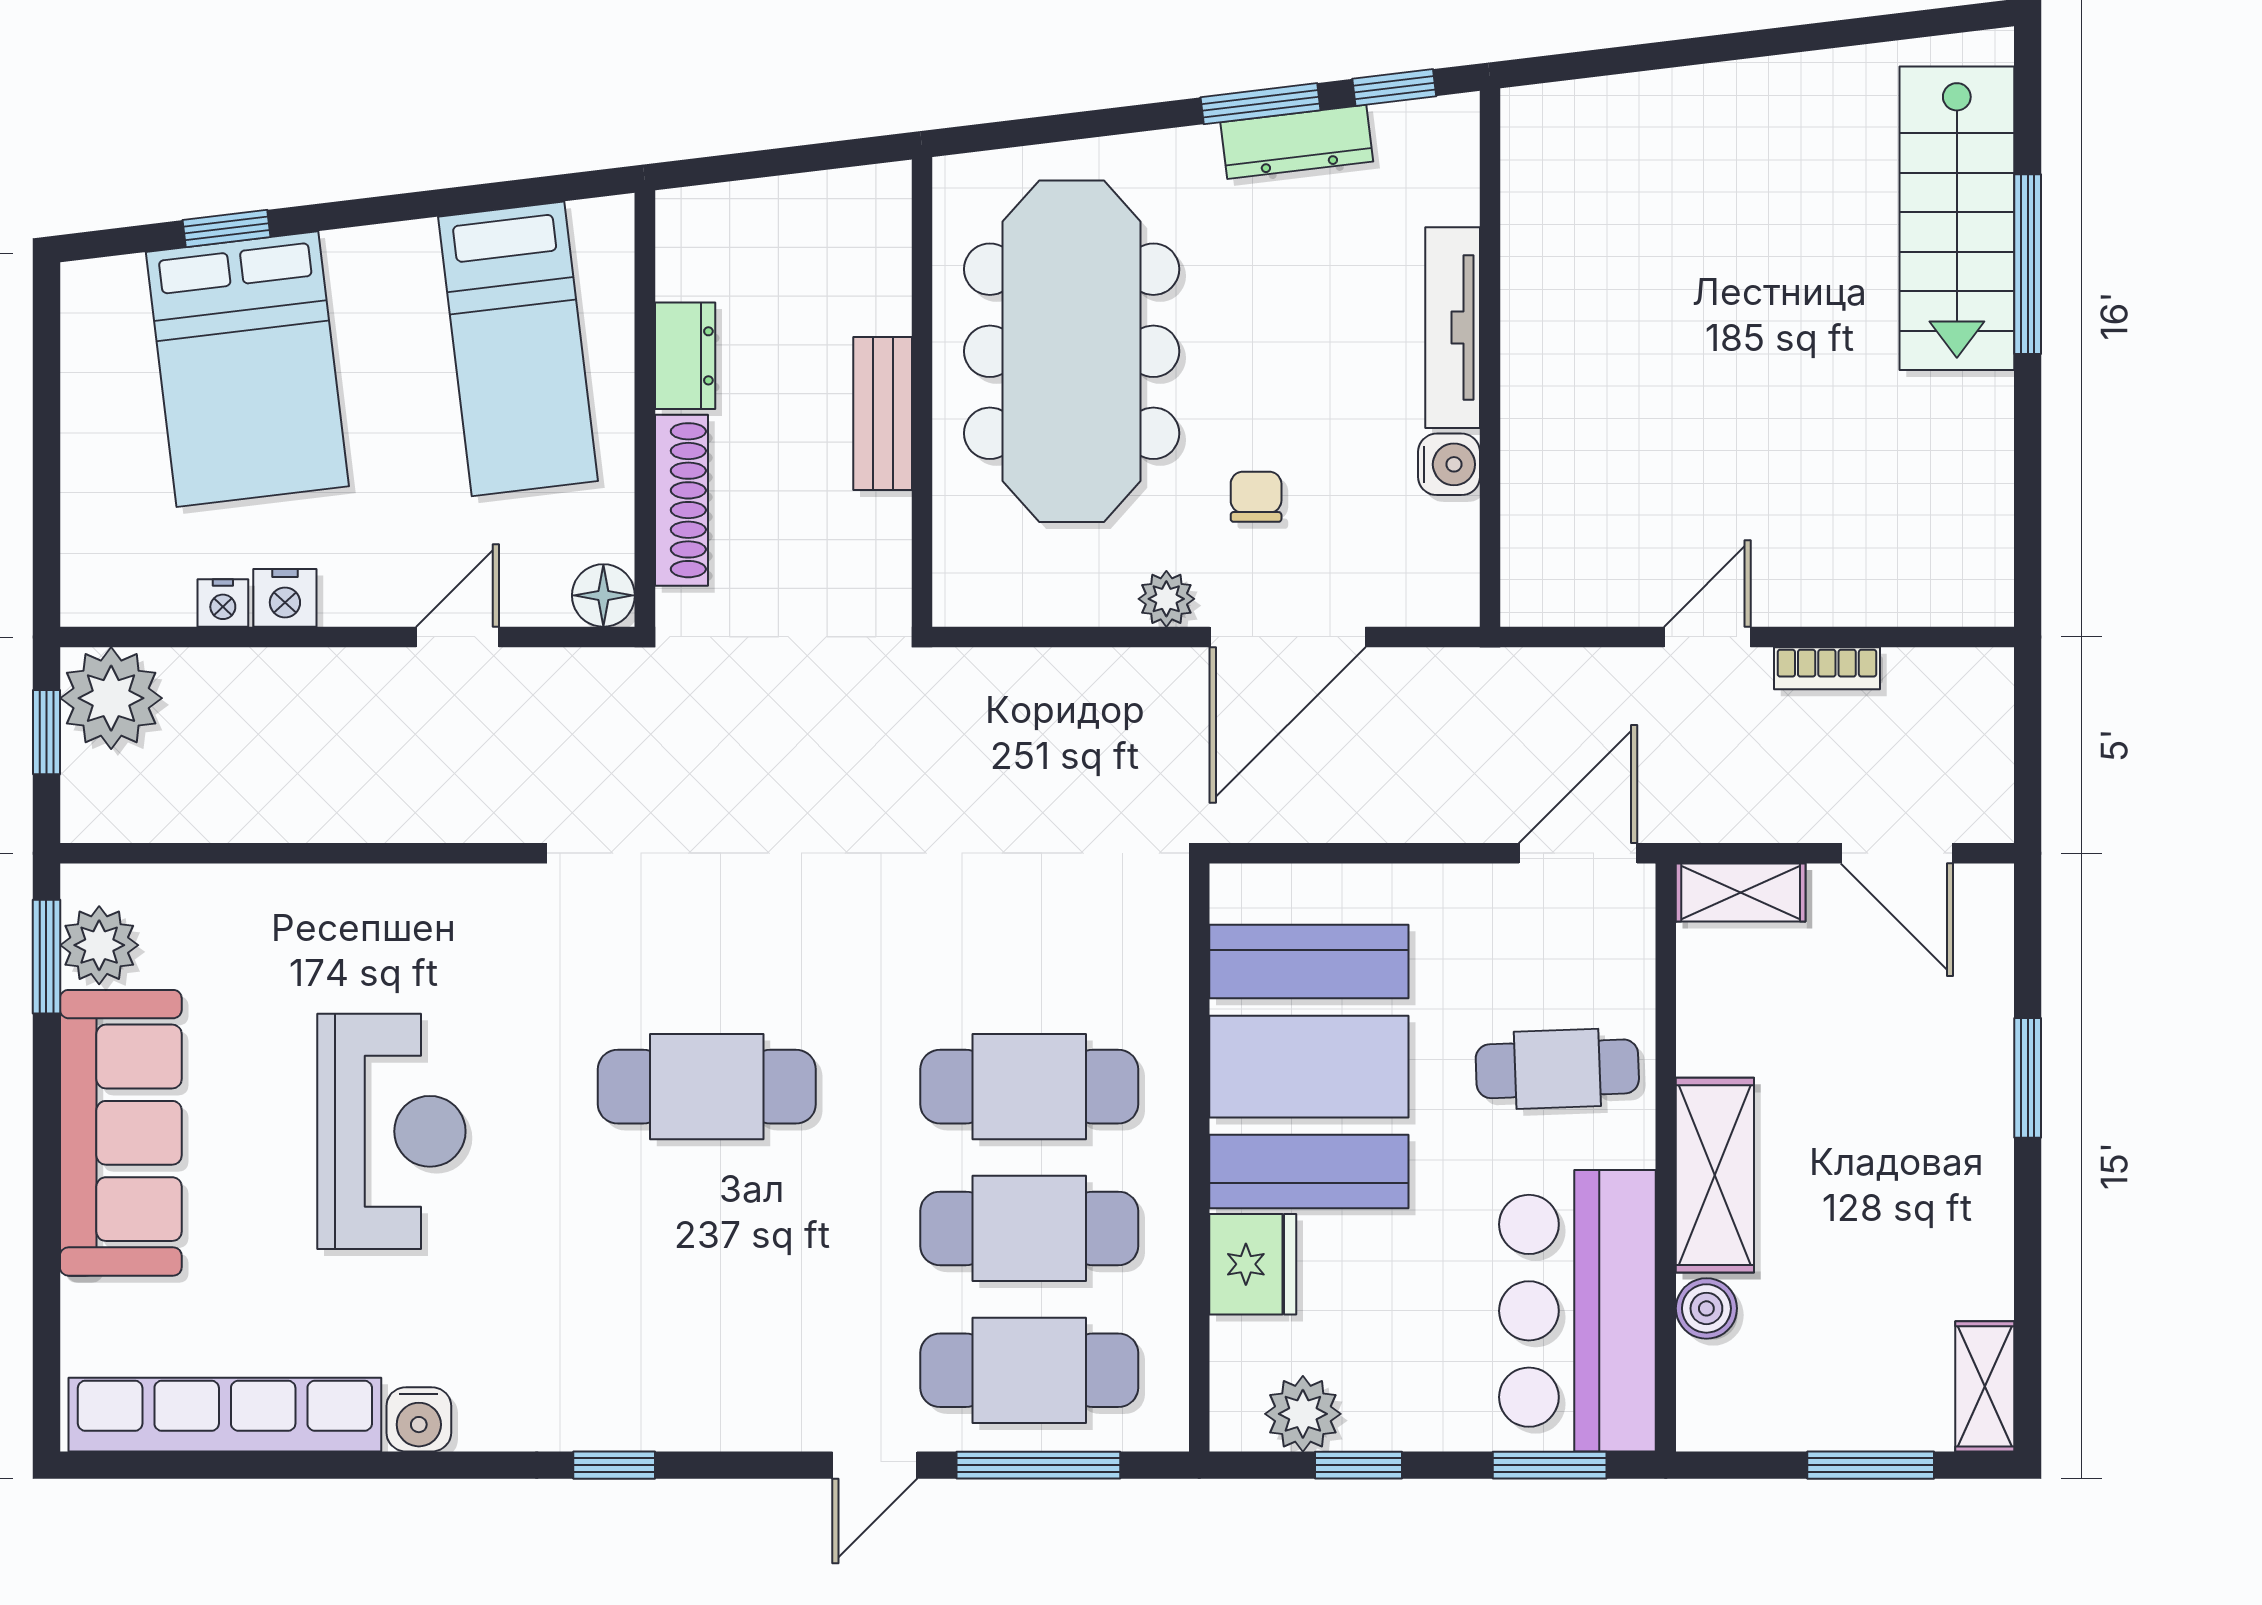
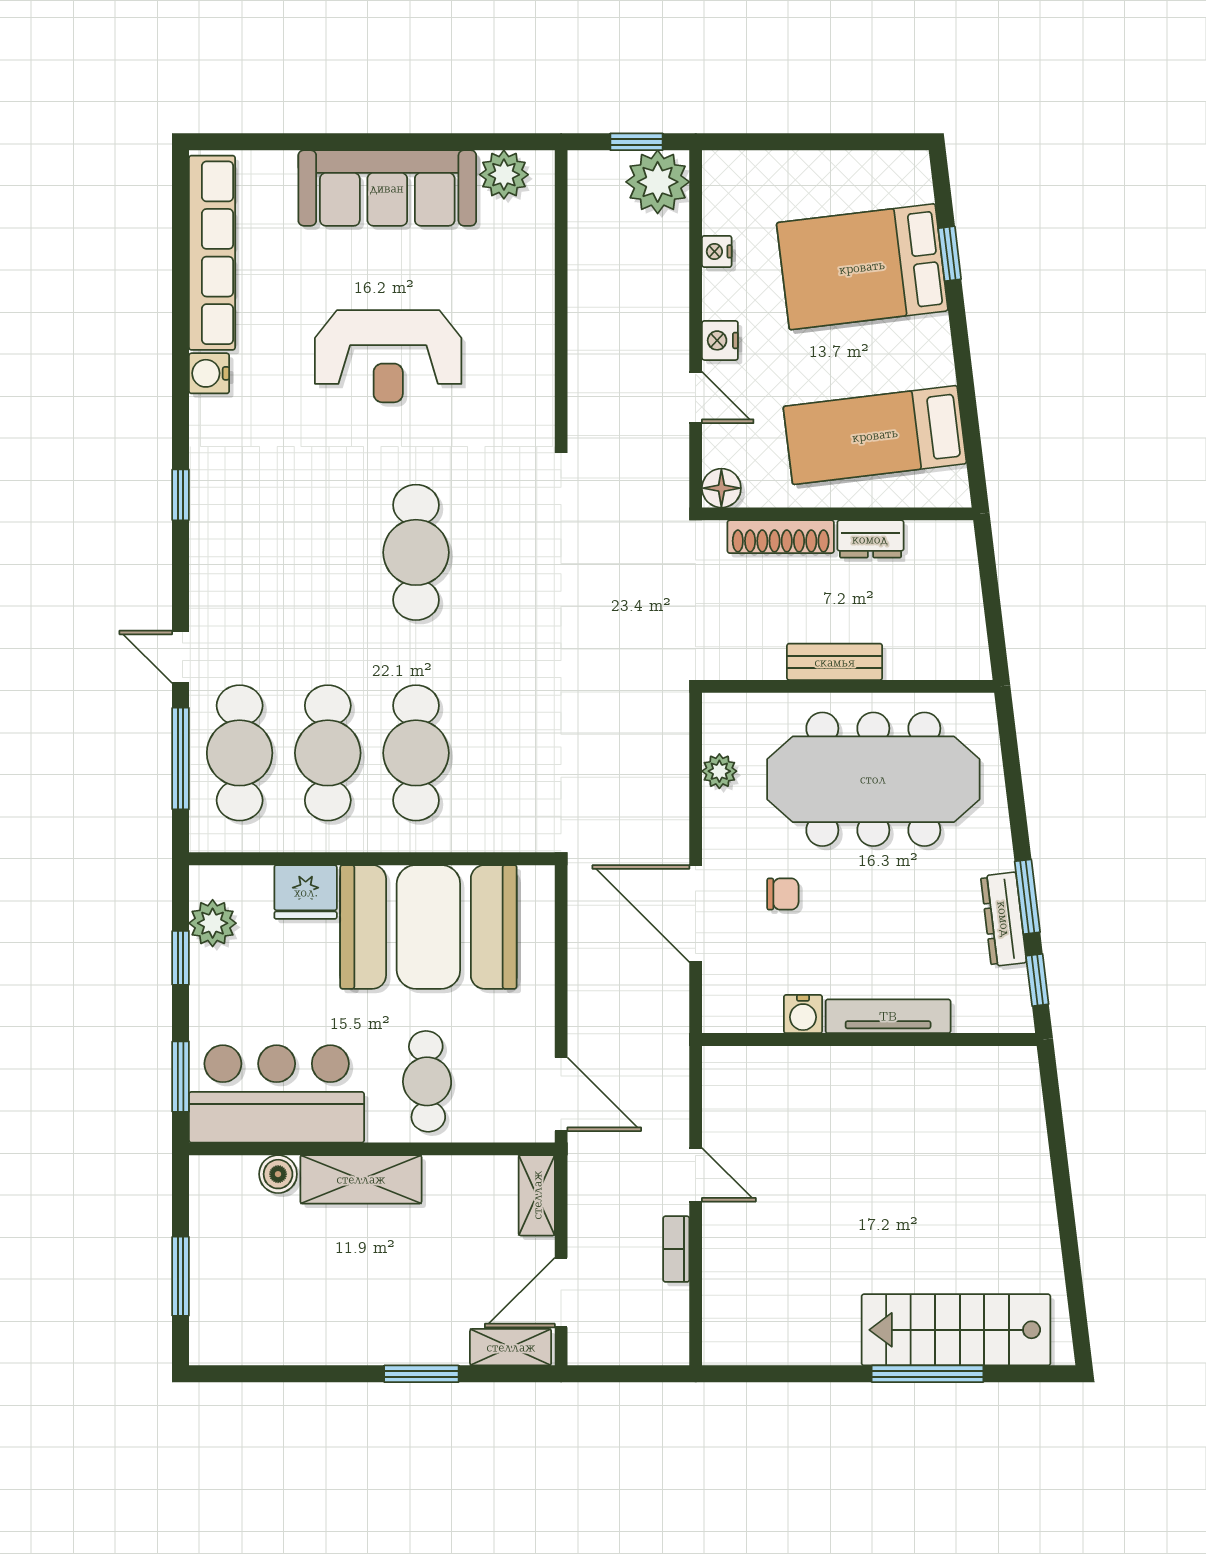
nightstand: (285, 598) -> (720, 340), moved
plant: (1166, 599) -> (719, 771), moved
window: (46, 957) -> (497, 142), removed
shelving: (1985, 1386) -> (511, 1347), moved

